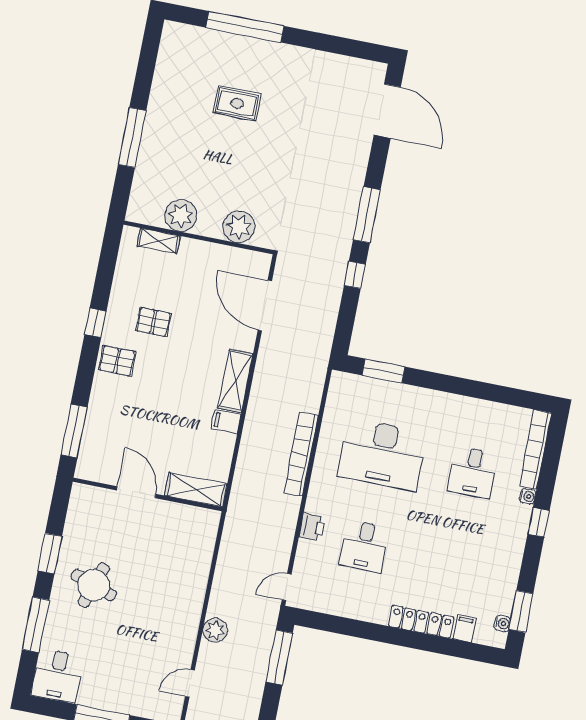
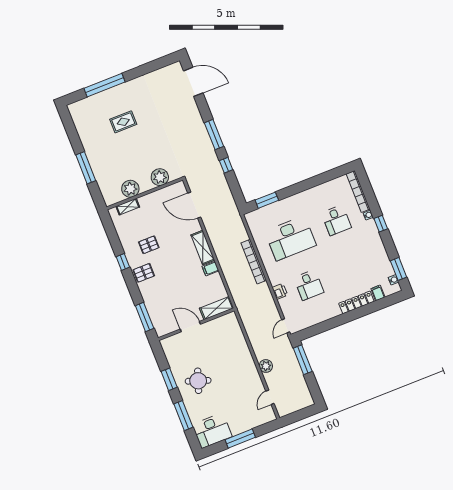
desk: (57, 676) -> (212, 431), width x1.37

